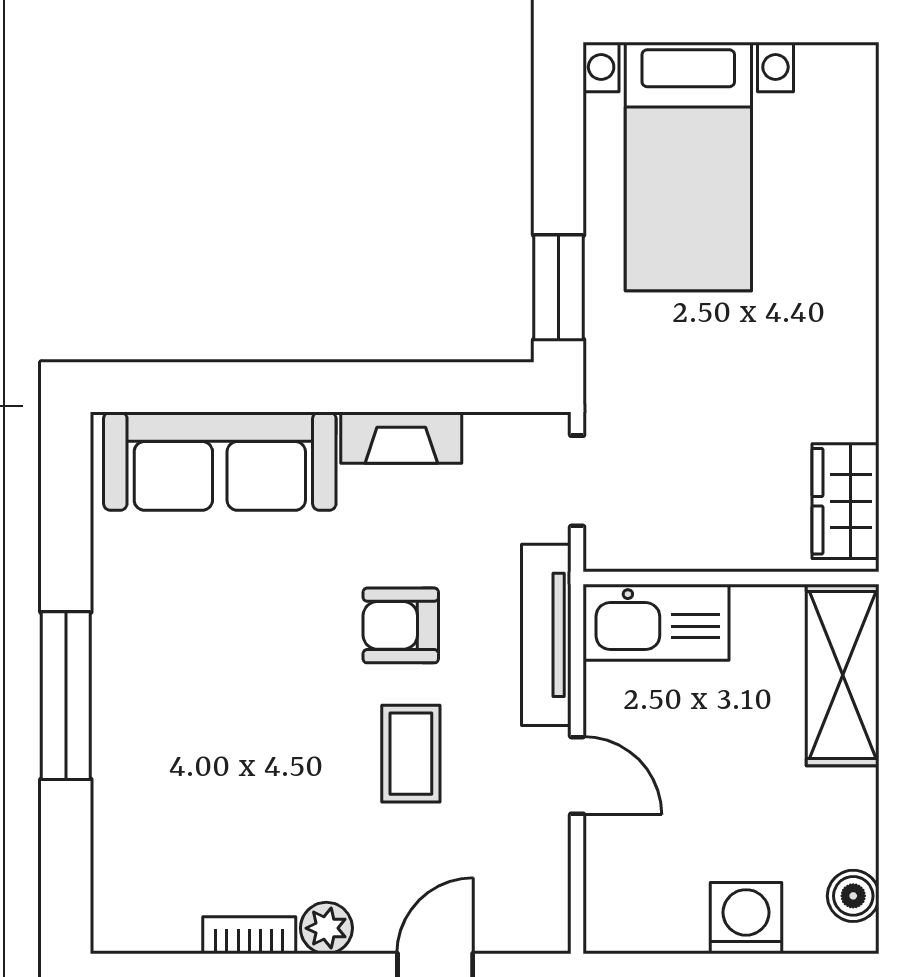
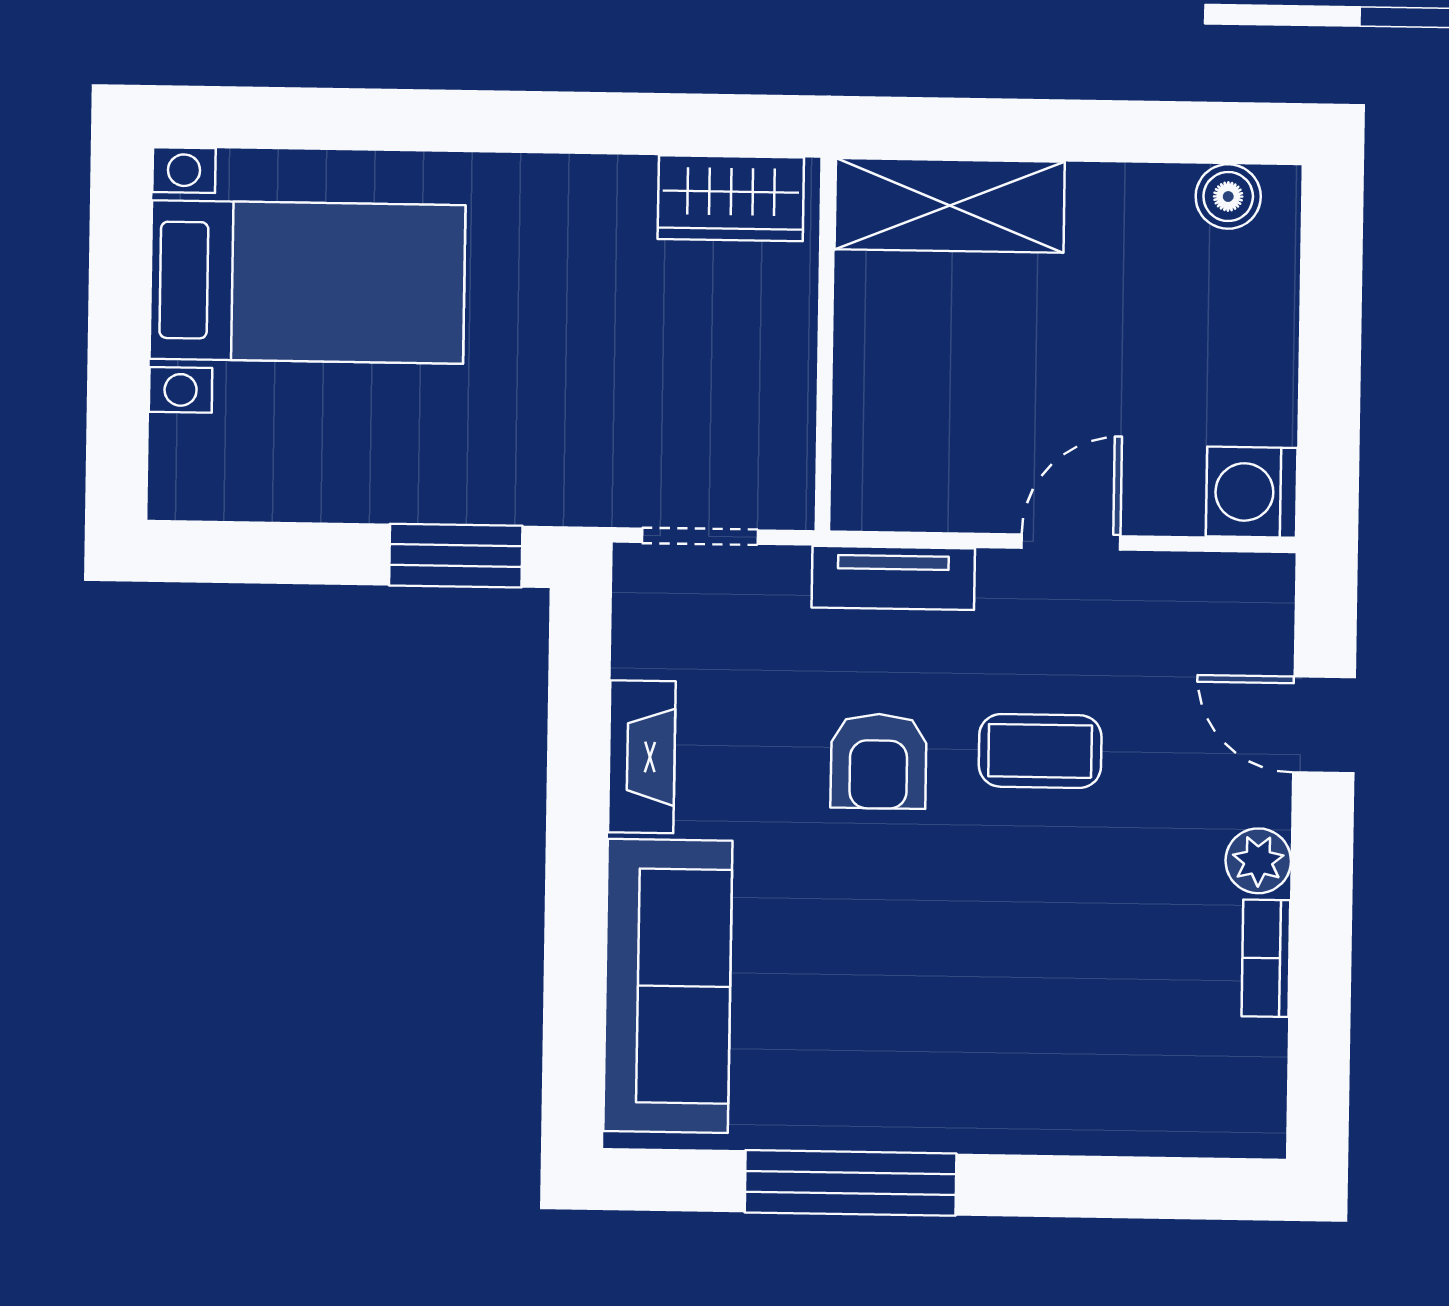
bed with nightstands: (688, 166) -> (308, 282), moved
kitchen sink: (657, 622) -> (880, 439), removed
tv unit: (546, 635) -> (893, 578), width x0.71
window: (66, 696) -> (851, 1183), moved
washing machine: (746, 918) -> (1252, 492), moved

